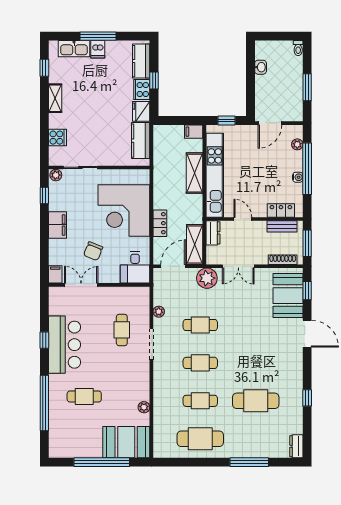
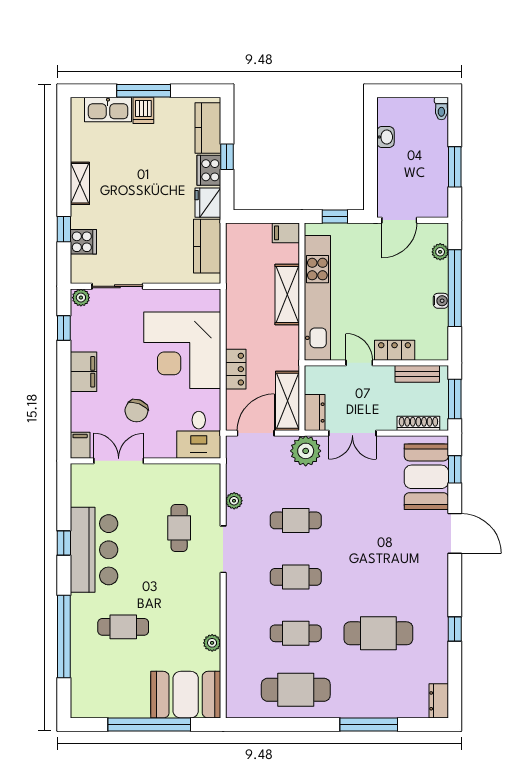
window: (44, 68) -> (64, 229), moved
locker: (281, 211) -> (395, 350), moved
dresser: (213, 233) -> (315, 413), moved

